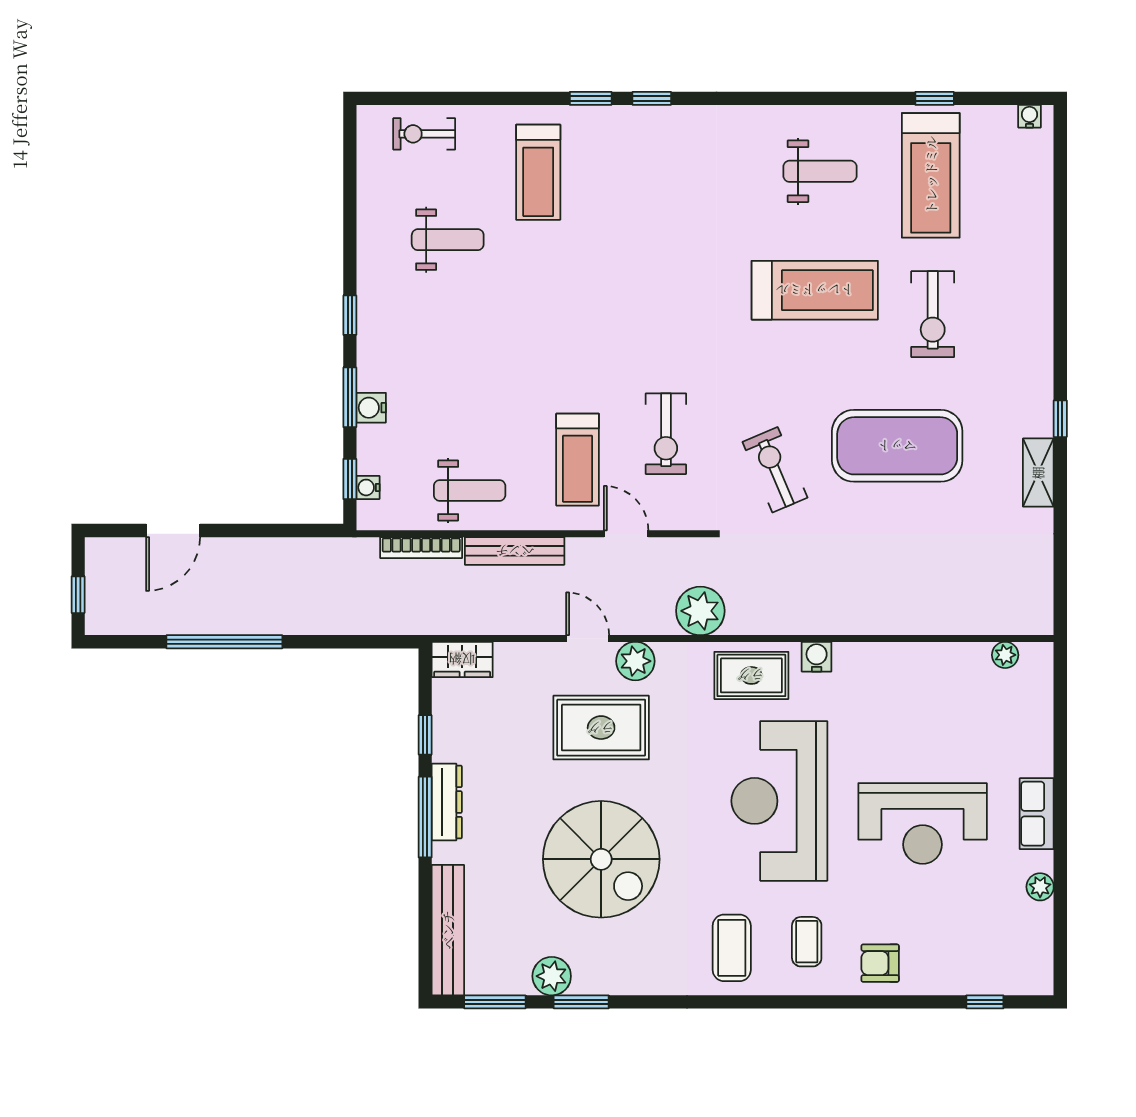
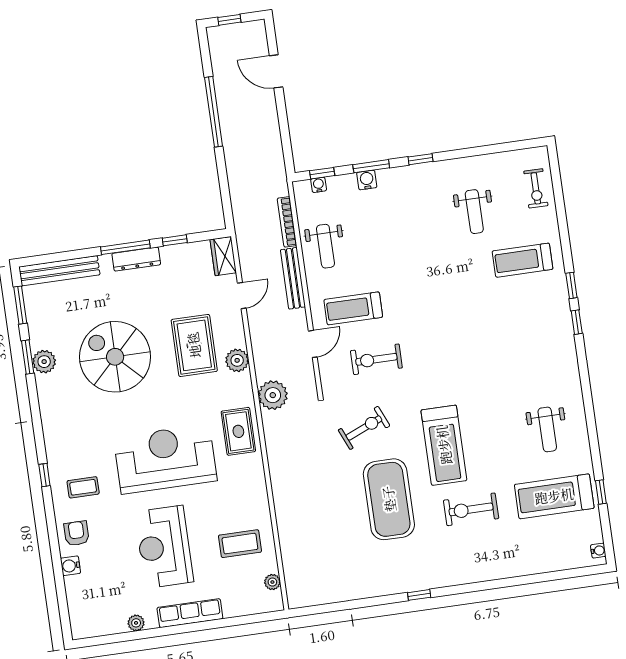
exercise bike: (424, 134) -> (536, 188), turned 180
treadmill: (815, 290) -> (444, 445), moved
shelving: (1038, 473) -> (385, 586), removed
door: (588, 639) -> (242, 296), moved
water cooler: (817, 657) -> (70, 566), moved, turned 180
row of seats: (1037, 814) -> (190, 613), width x1.48
spiral stairs: (601, 859) -> (115, 357), turned 90
coffee table: (732, 948) -> (240, 544), moved
plant: (552, 976) -> (44, 362), moved
window: (985, 1002) -> (44, 475), moved

